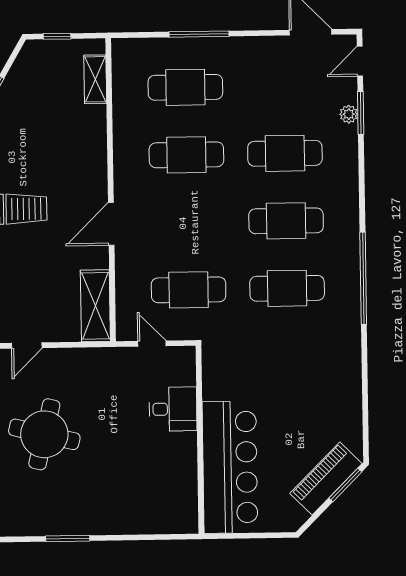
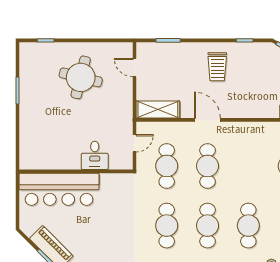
cafe table: (186, 155) -> (208, 166), moved

